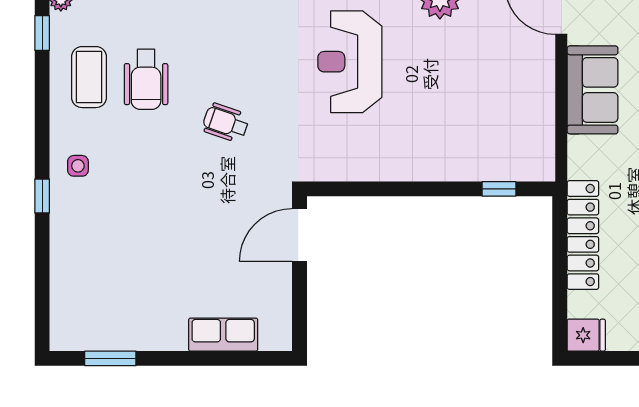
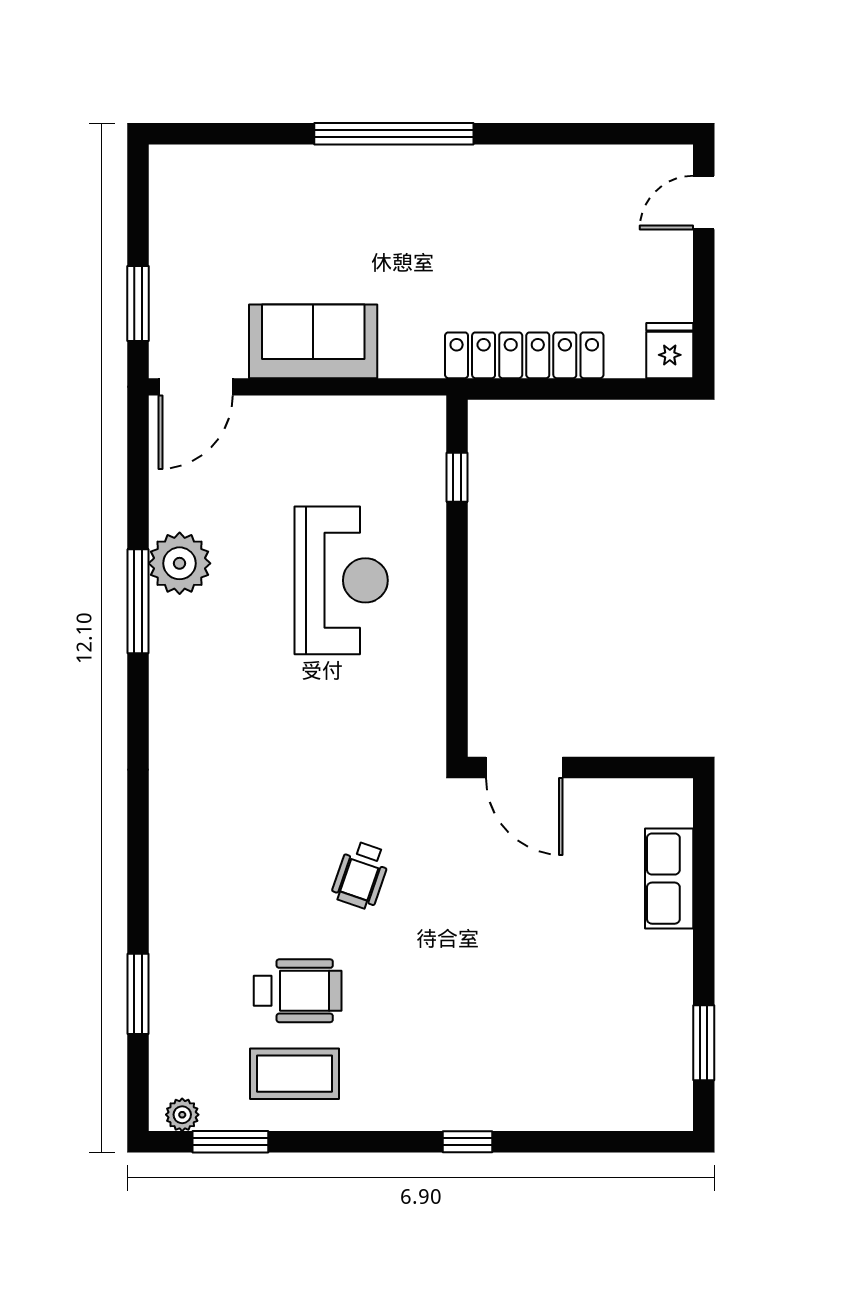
window: (42, 33) -> (230, 1142), width x1.50
reception desk: (350, 62) -> (341, 580), moved, turned -90
side table: (78, 166) -> (424, 1090), removed

